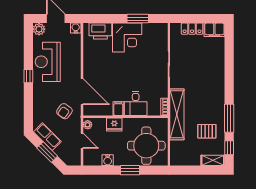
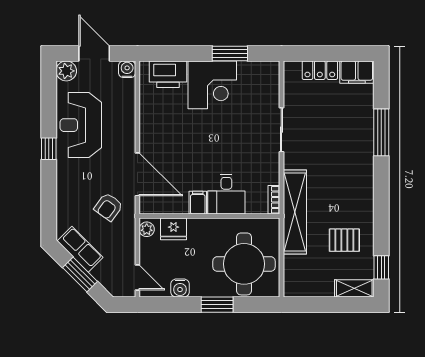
window: (229, 118) -> (381, 132), moved
fridge: (114, 124) -> (174, 229), moved
door: (82, 141) -> (137, 277), moved

